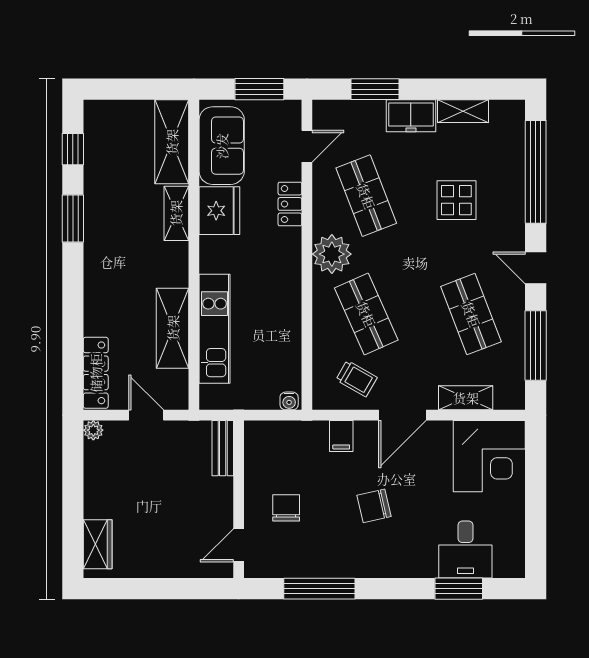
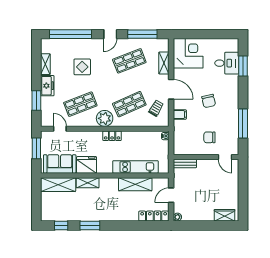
locker: (290, 204) -> (112, 136), moved

